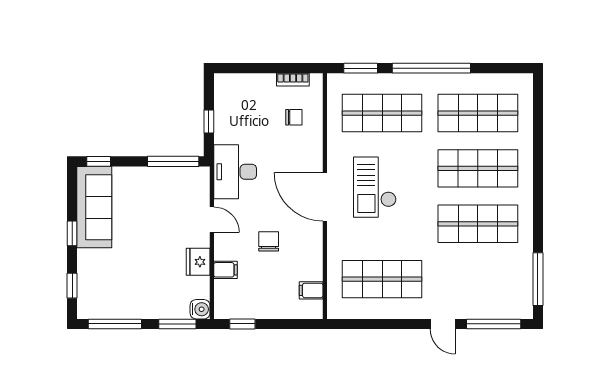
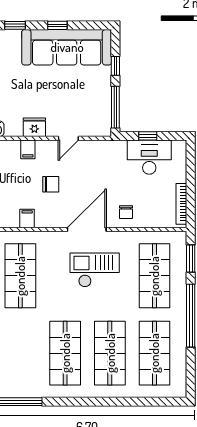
bookcase: (293, 80) -> (181, 204), width x1.56
chair: (294, 117) -> (126, 212), moved
window: (99, 161) -> (115, 66), moved
desk: (235, 172) -> (149, 157), moved
sofa: (94, 207) -> (67, 47), width x1.36, depth x1.27
filing cabinet: (311, 290) -> (27, 219), moved

